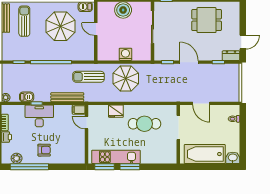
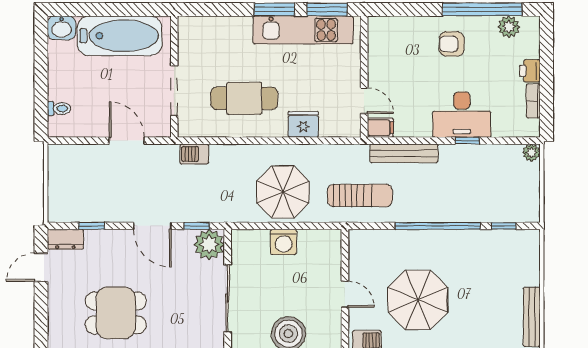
sun lounger: (24, 21) -> (493, 310), removed
plant: (161, 53) -> (209, 244), added
barbecue: (27, 97) -> (194, 154), moved

